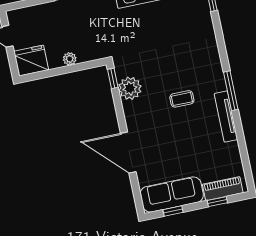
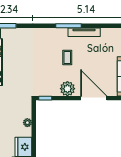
plant: (130, 88) -> (67, 89), moved
door: (128, 153) -> (94, 98), swing flipped

